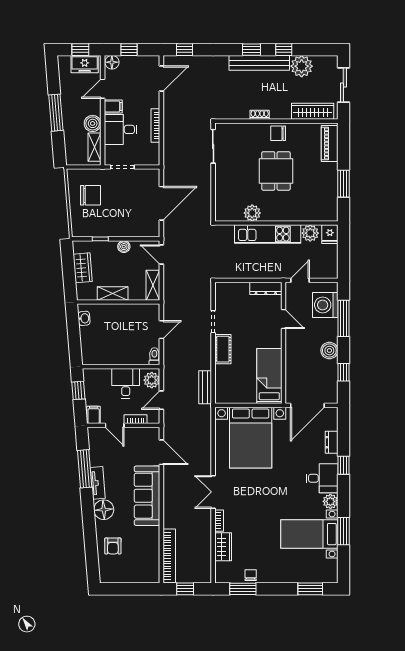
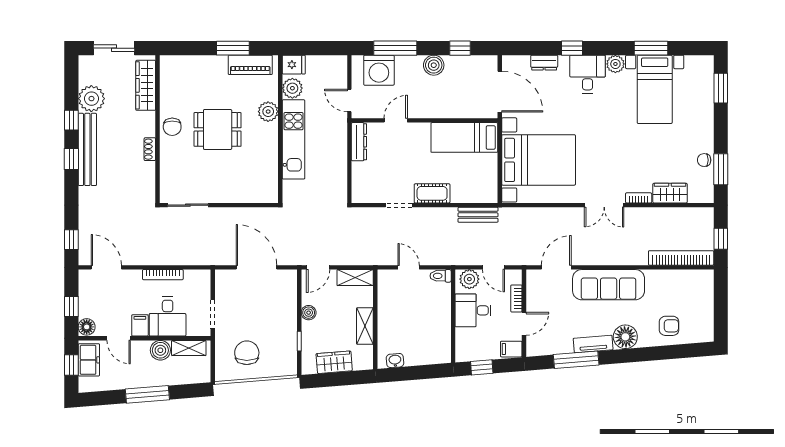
piano: (330, 144) -> (250, 65), moved
plant: (252, 213) -> (268, 112), moved

